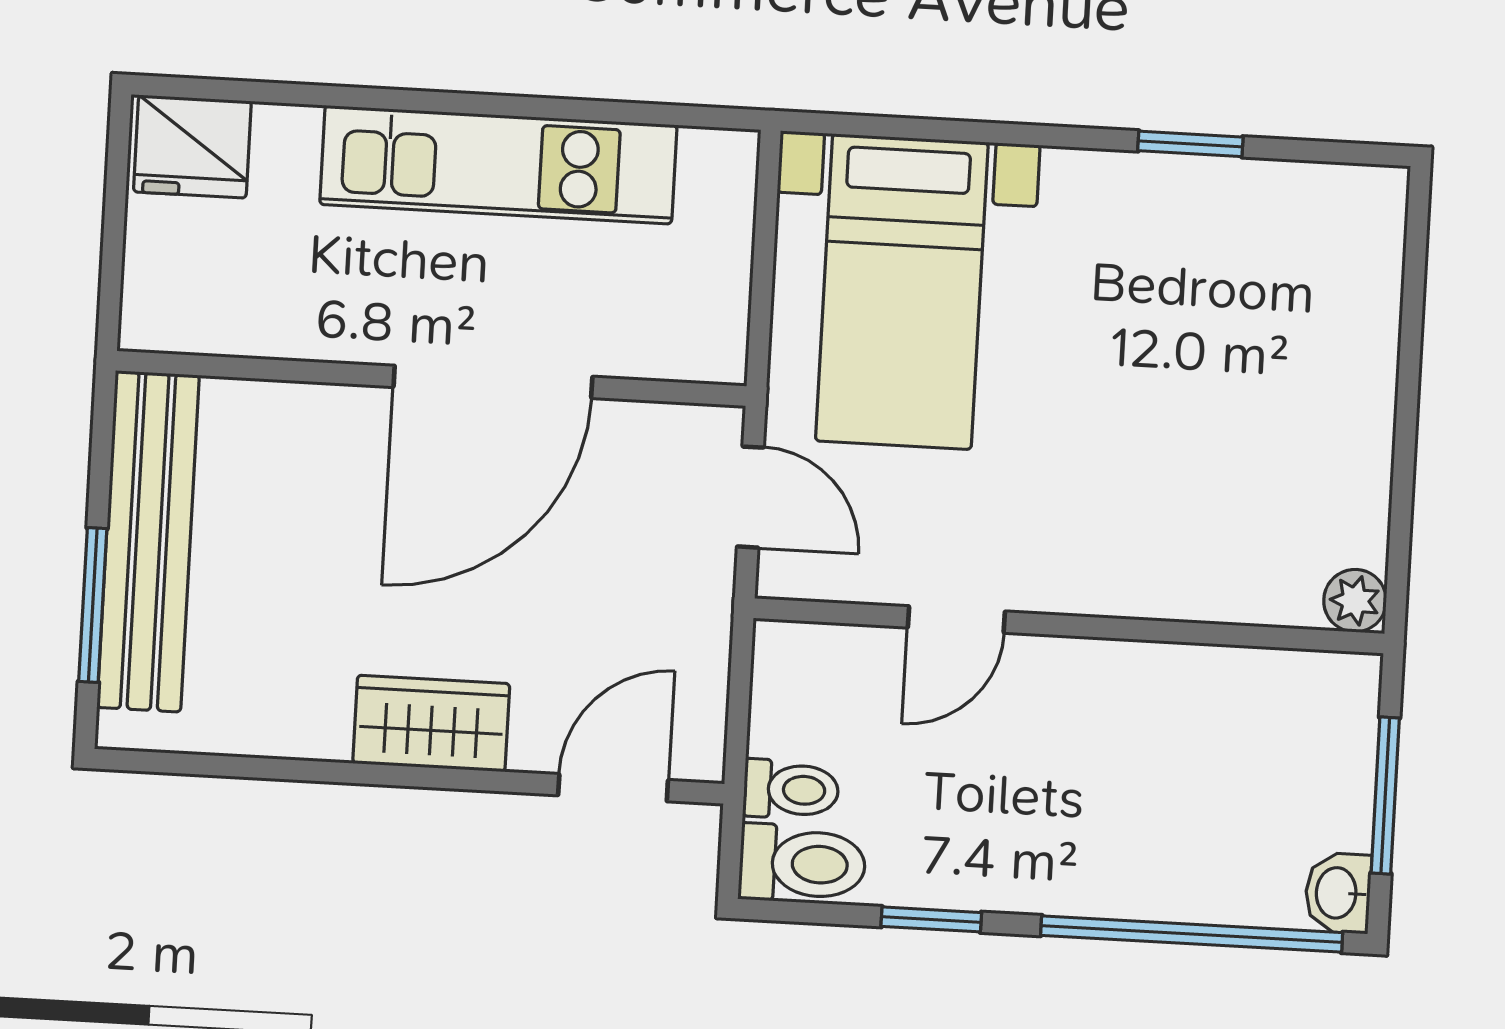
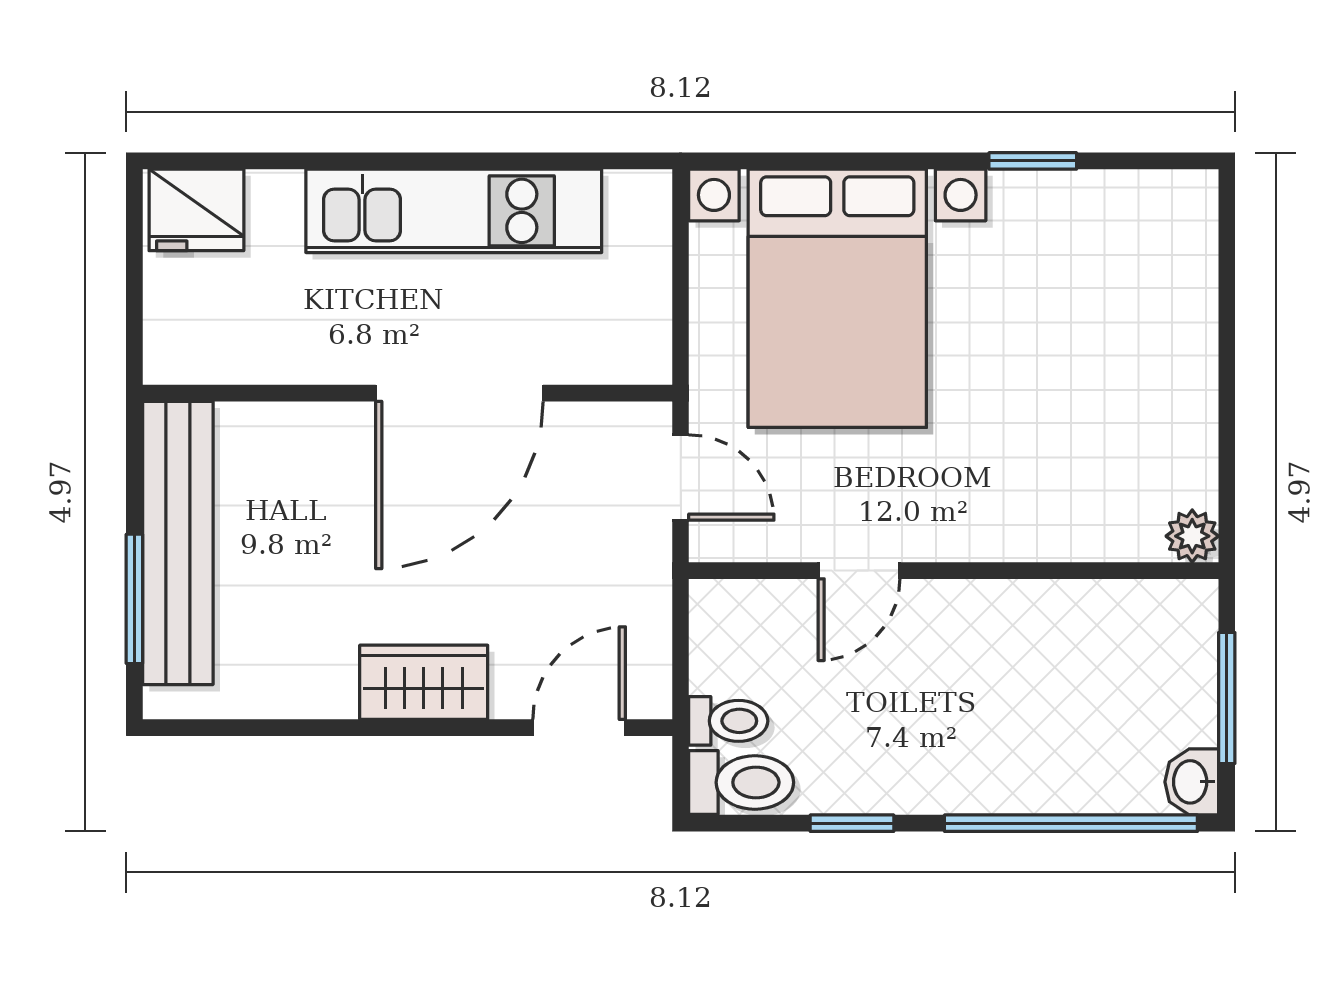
bed with nightstands: (902, 292) -> (837, 298), width x1.36

